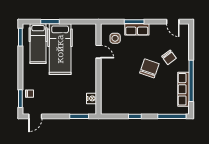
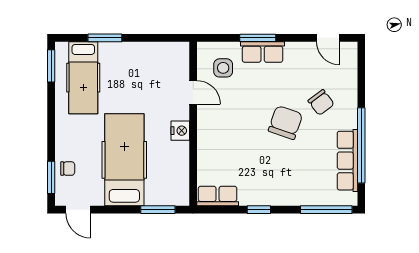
hospital bed: (60, 49) -> (124, 160), moved, turned 180
nightstand: (91, 98) -> (180, 131), moved
row of seats: (112, 109) -> (218, 196), added
door: (35, 116) -> (78, 210), hinge flipped

